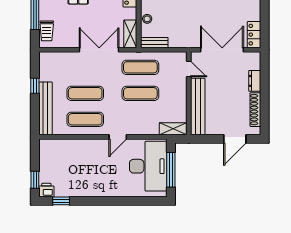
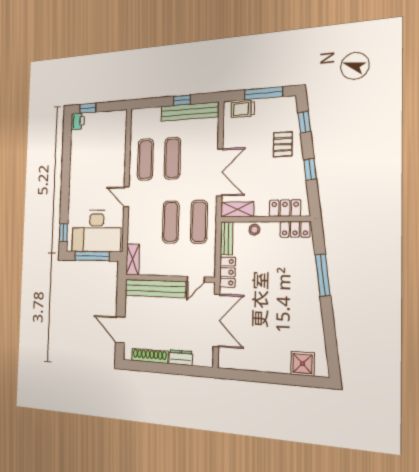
locker: (254, 35) -> (227, 272), moved, turned 90
bench: (45, 108) -> (190, 112), moved
window: (61, 201) -> (64, 232), moved

